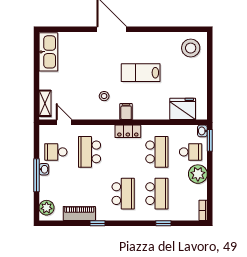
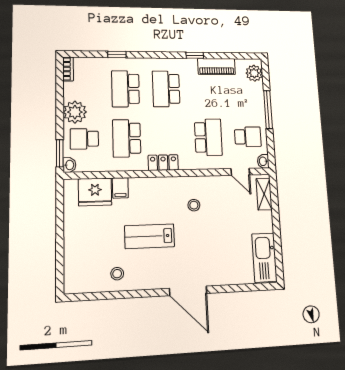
stool: (191, 48) -> (117, 274), moved, width x0.53, depth x0.53
lab bench: (141, 73) -> (150, 236), turned 180
filing cabinet: (126, 112) -> (120, 188), moved
washbasin: (44, 169) -> (263, 161), moved

